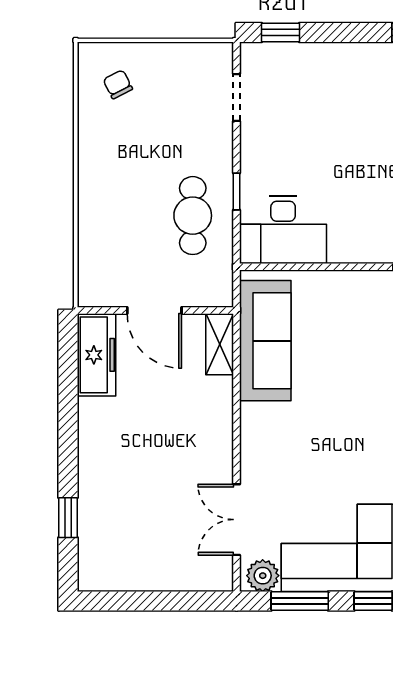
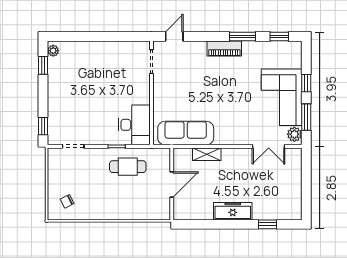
shelving: (220, 344) -> (207, 154), moved
freezer: (96, 355) -> (233, 211), moved

